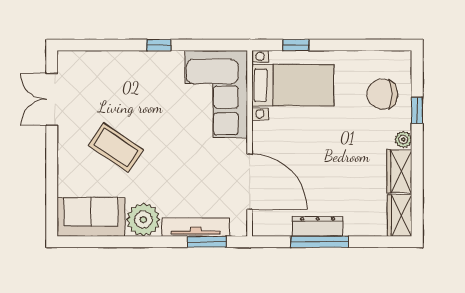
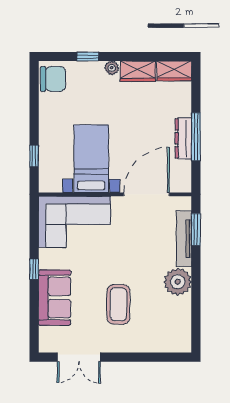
bed with nightstands: (293, 85) -> (91, 159), moved
chair: (382, 94) -> (53, 79), moved, turned -90
coffee table: (116, 148) -> (118, 304), turned -34
sofa: (91, 217) -> (55, 298), moved, turned 180

